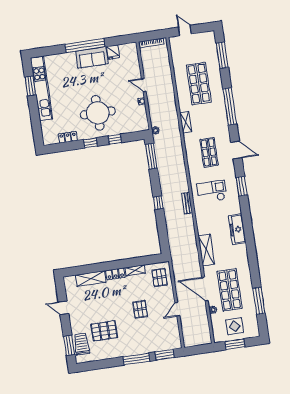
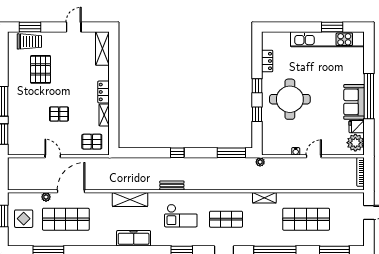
plant: (127, 51) -> (355, 143), added
checkout: (212, 192) -> (181, 216), turned 90
shelving: (206, 250) -> (130, 199), moved
shelving: (91, 279) -> (102, 49), moved

